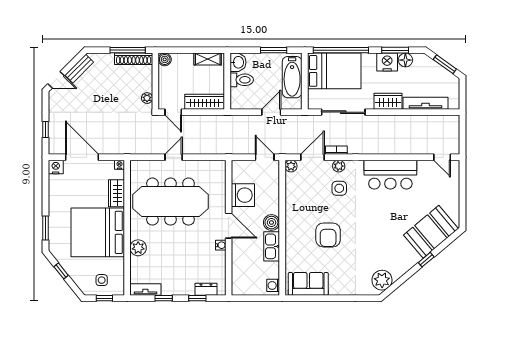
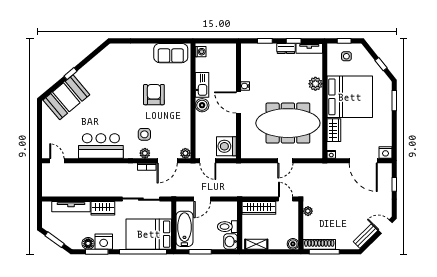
washing machine: (243, 195) -> (226, 146), moved
plant: (382, 280) -> (108, 56), removed
dresser: (206, 289) -> (286, 48), moved

